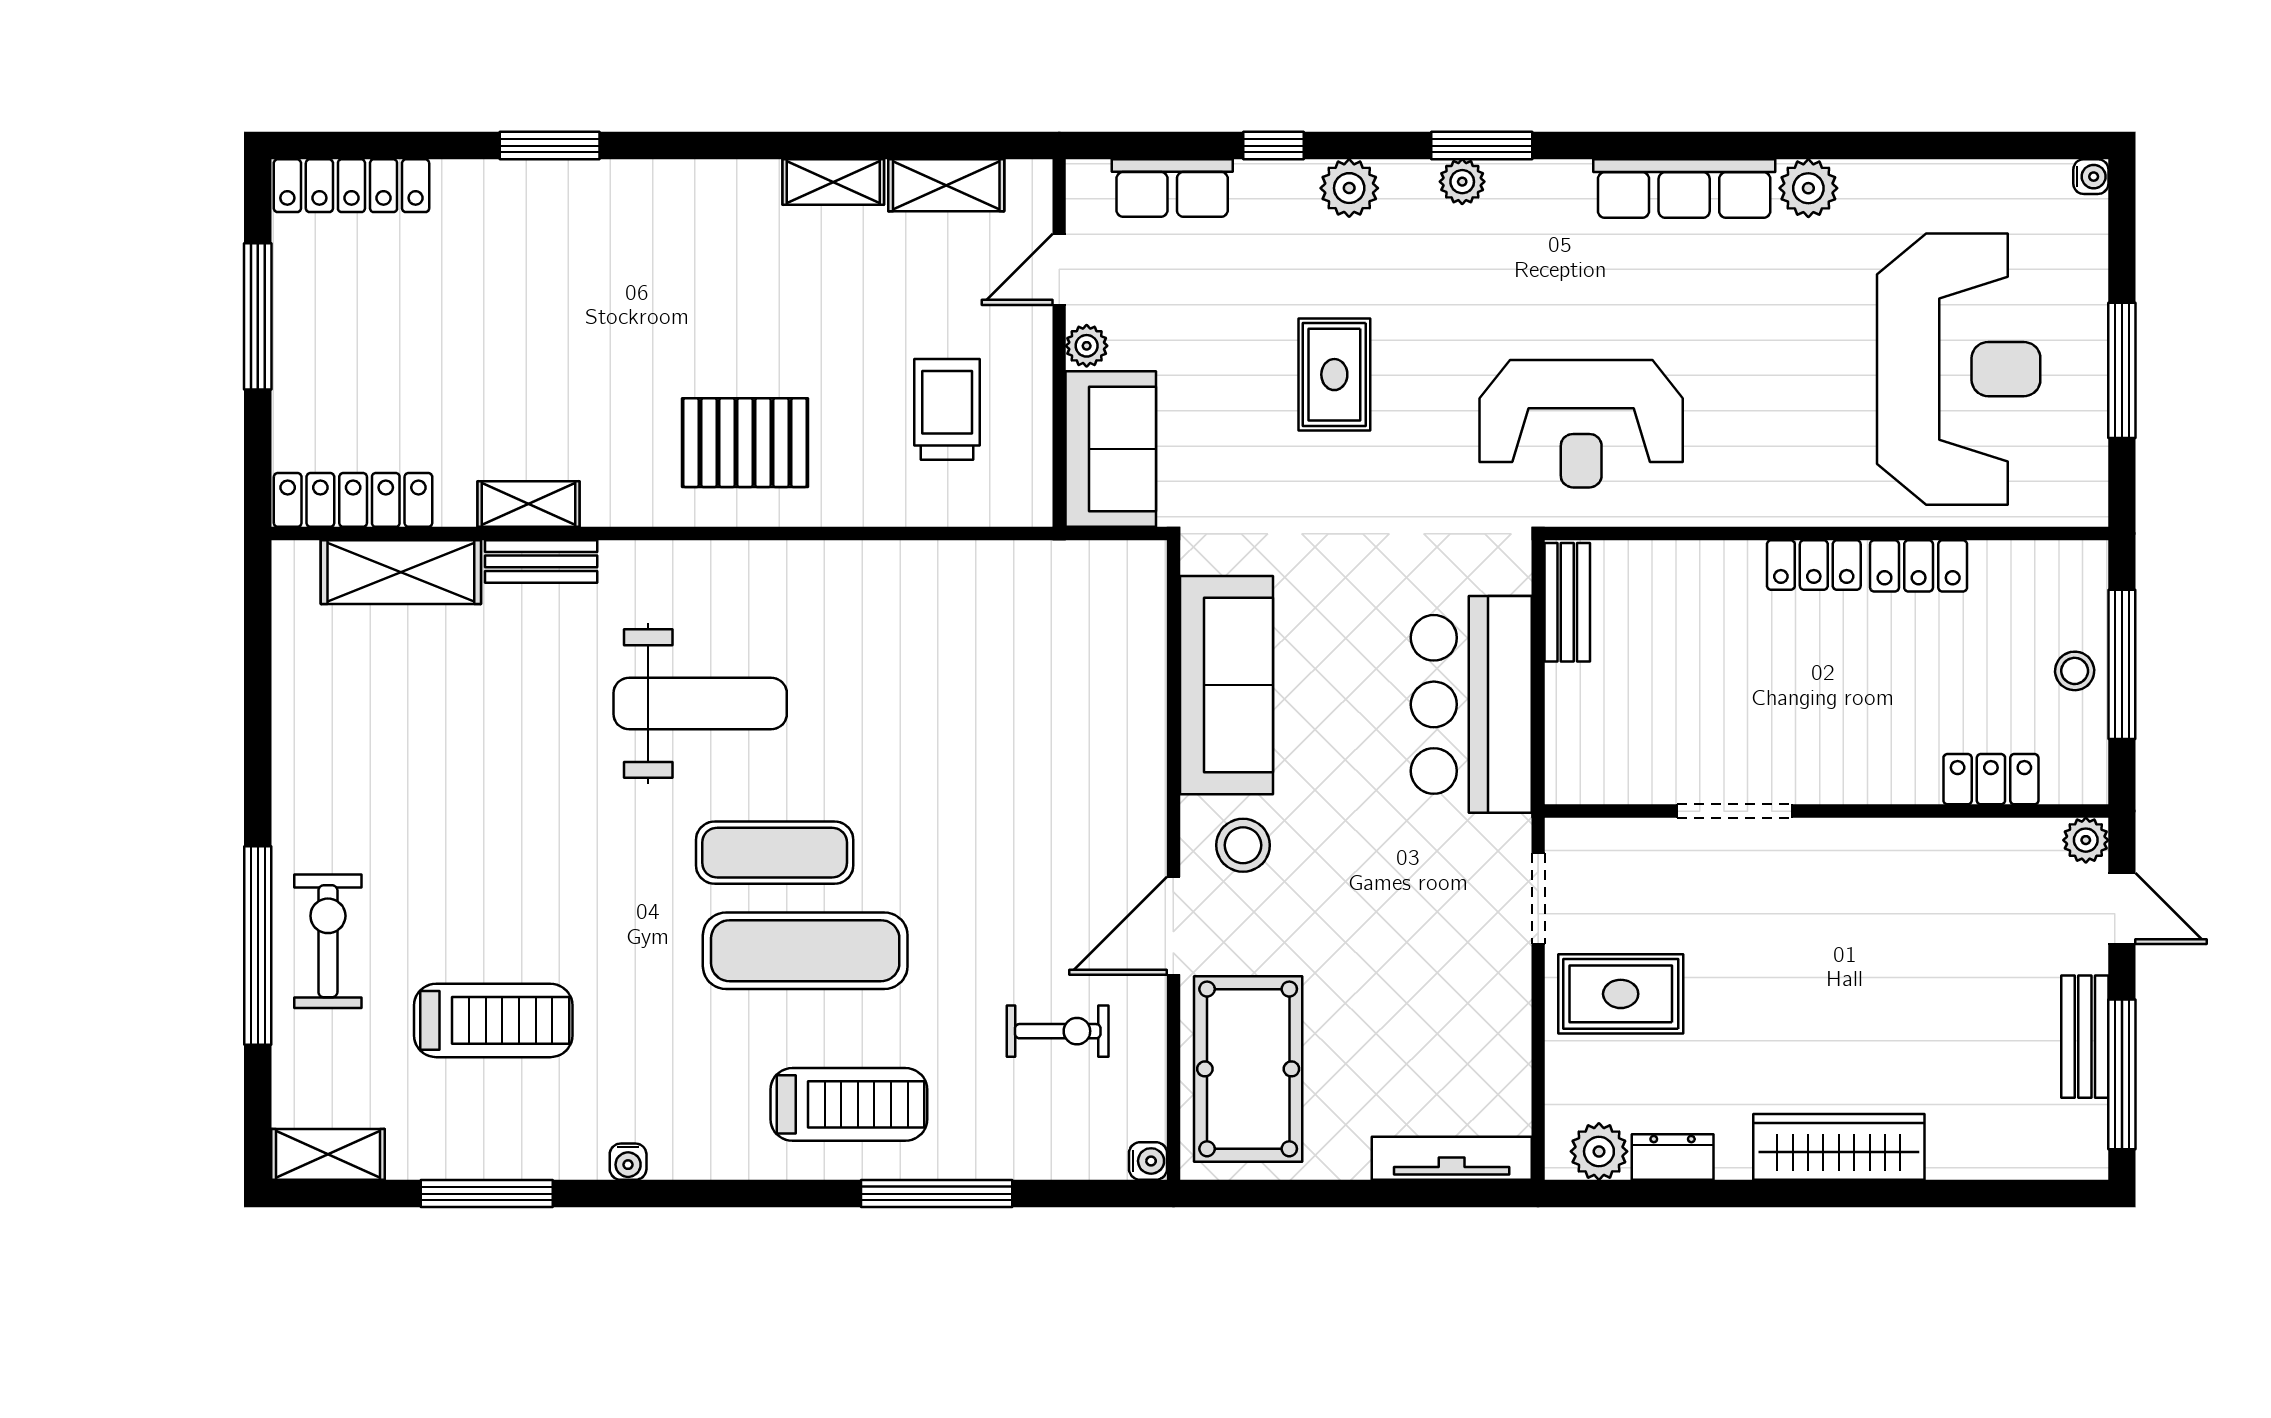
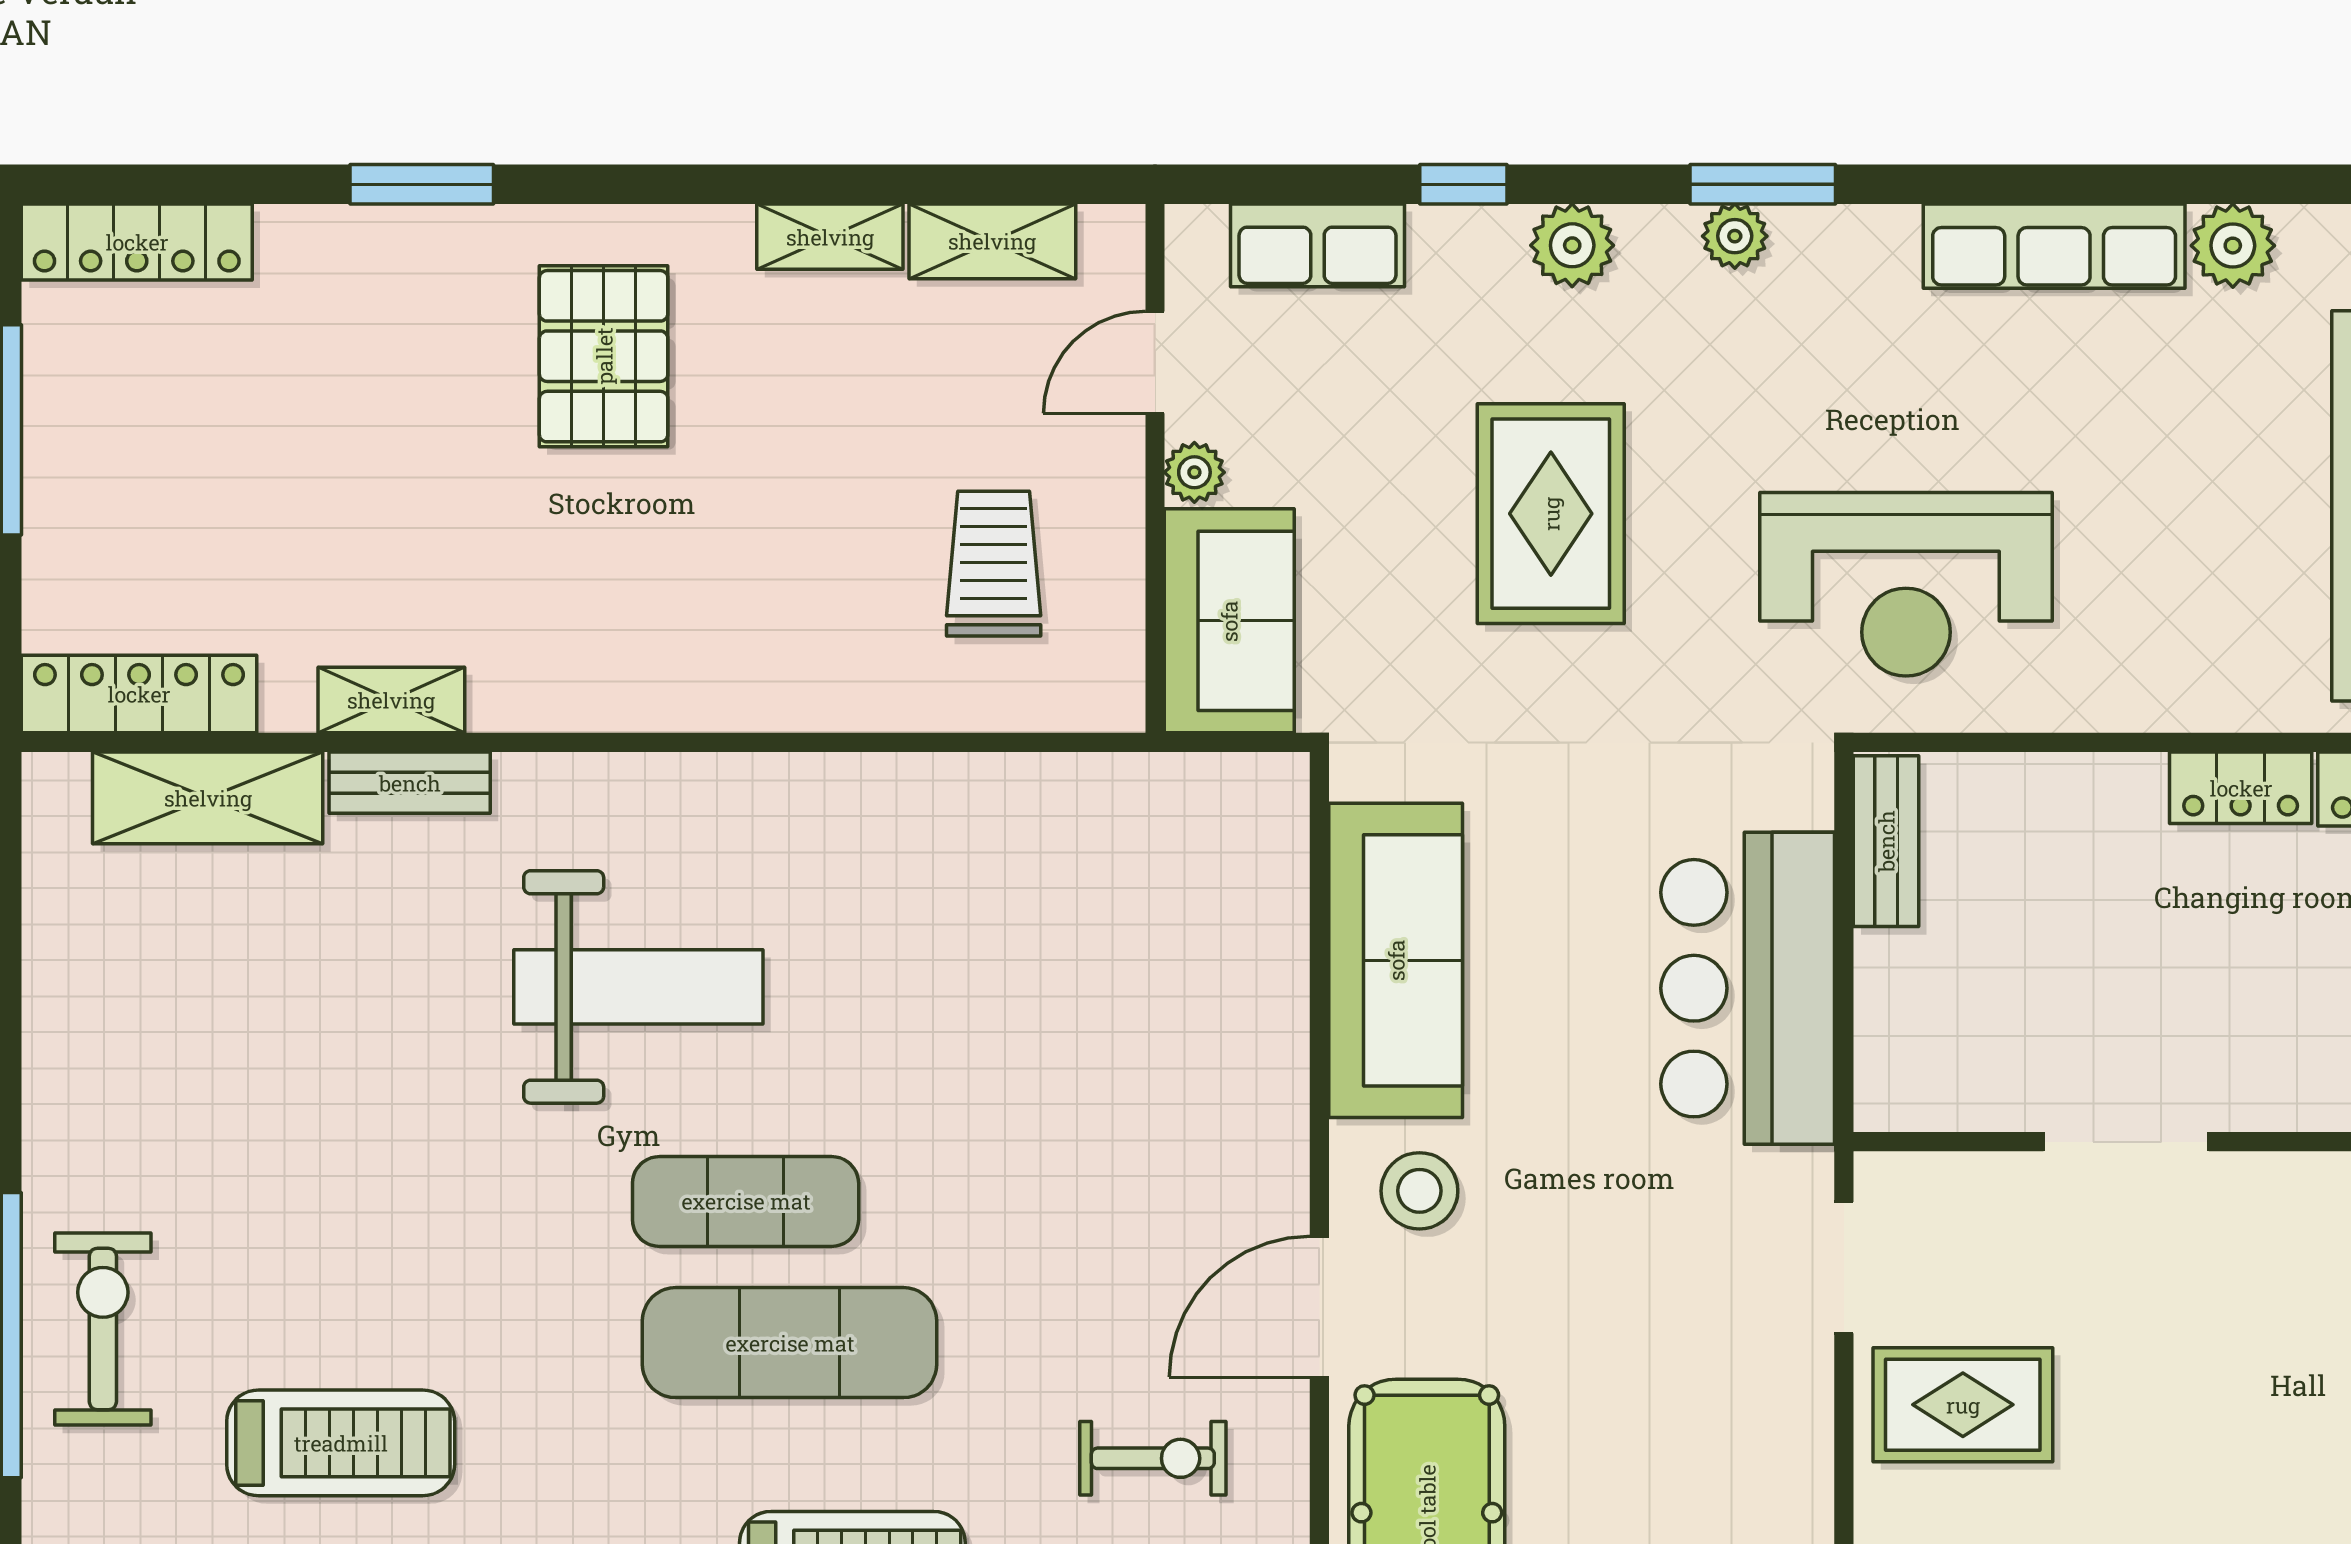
rug: (1334, 375) -> (1551, 514), width x1.36, depth x1.43
pallet: (745, 443) -> (604, 356), moved, turned 90

